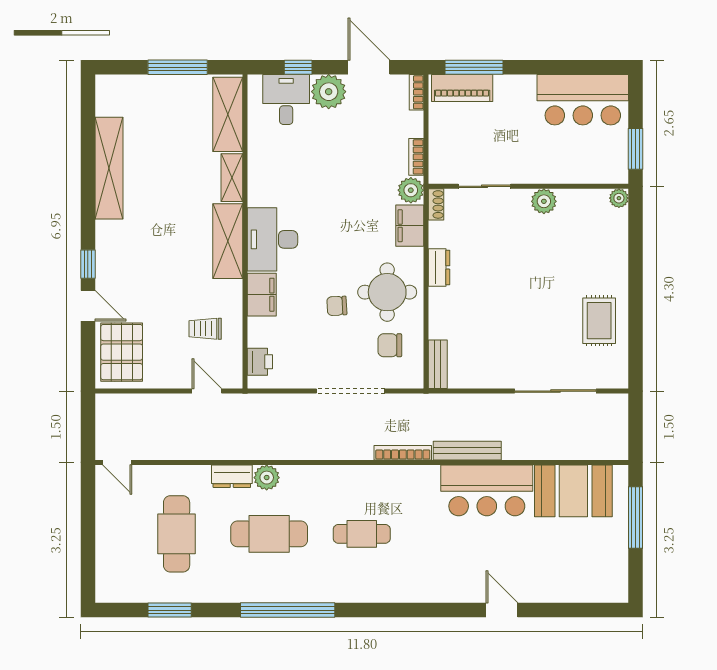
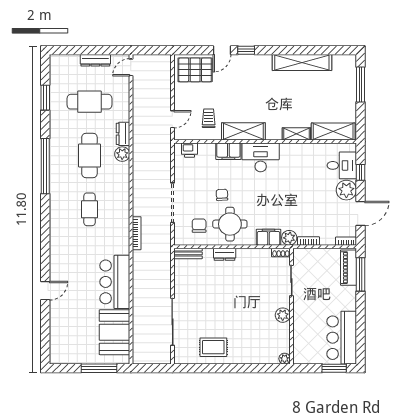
window: (178, 67) -> (361, 84), moved
window: (636, 149) -> (334, 368), moved
shelving: (228, 241) -> (243, 131), moved
dresser: (439, 267) -> (225, 254), moved
bench: (467, 451) -> (138, 271), removed
dresser: (105, 524) -> (95, 60), added

